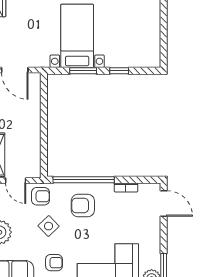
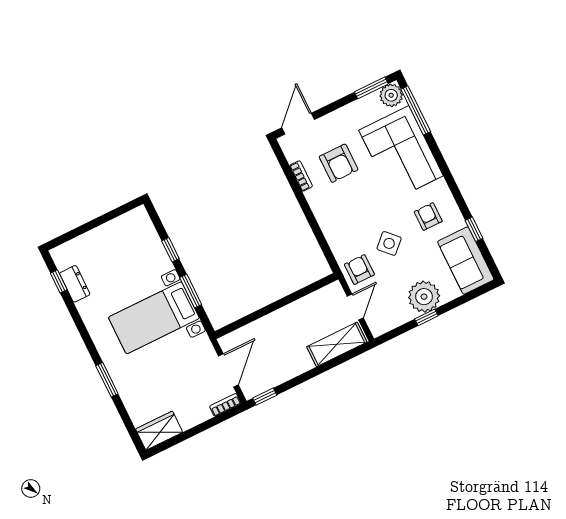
window: (84, 180) -> (316, 229), removed
armchair: (83, 205) -> (339, 163), moved

